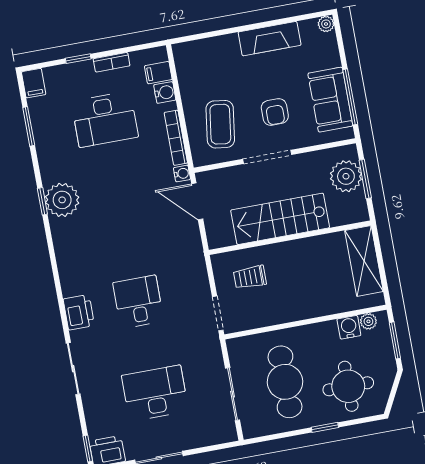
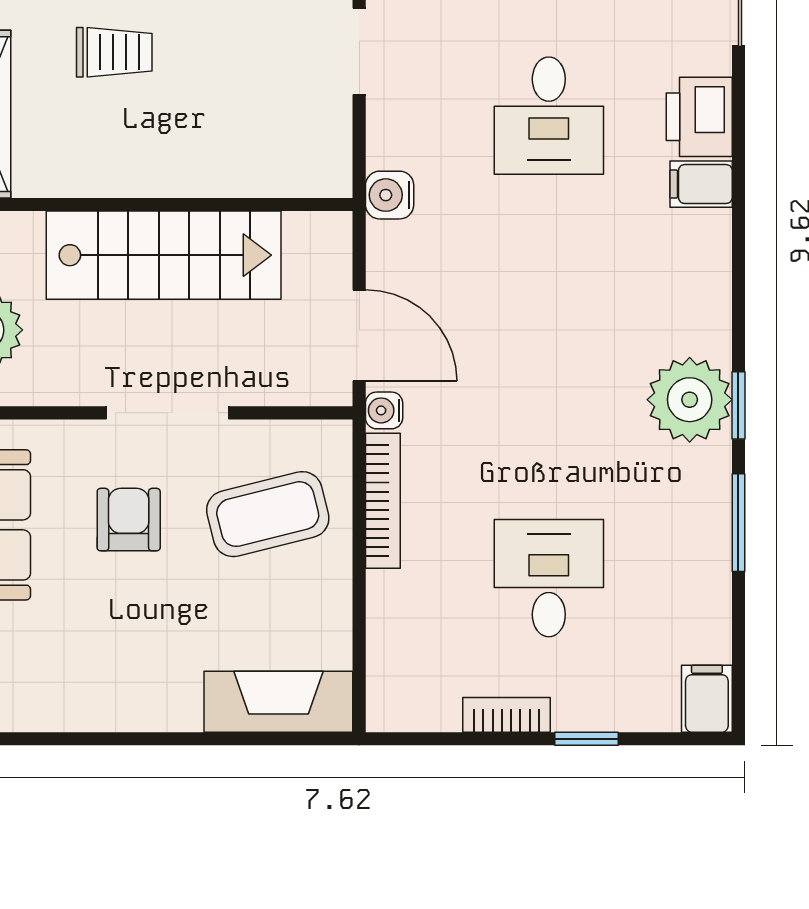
fireplace: (270, 39) -> (278, 702), moved
filing cabinet: (158, 73) -> (701, 184), moved, turned 180
water cooler: (165, 92) -> (390, 195), moved
desk: (105, 119) -> (549, 578), width x0.73
coffee table: (220, 124) -> (268, 514), turned 68
window: (29, 126) -> (738, 523), moved
trolley: (250, 277) -> (114, 52), moved

